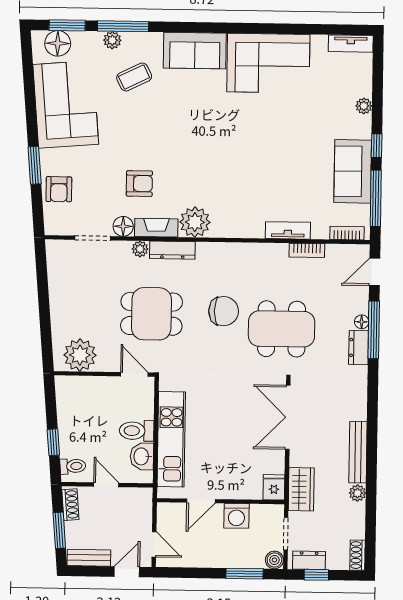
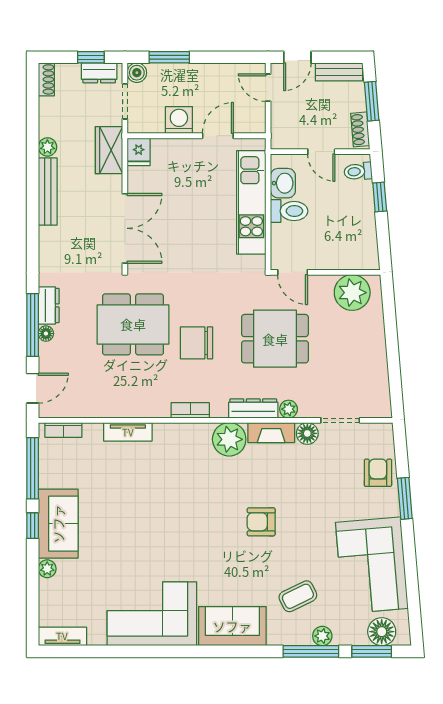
sofa: (353, 171) -> (58, 524), moved
armchair: (139, 184) -> (261, 522), moved
bookcase: (307, 250) -> (190, 410), moved

